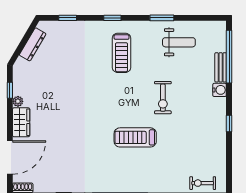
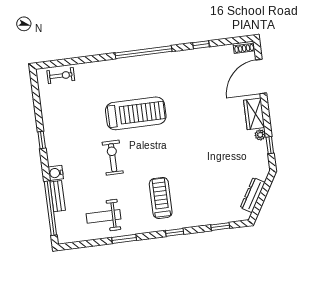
treadmill: (135, 137) -> (136, 113), width x1.37, depth x1.38

